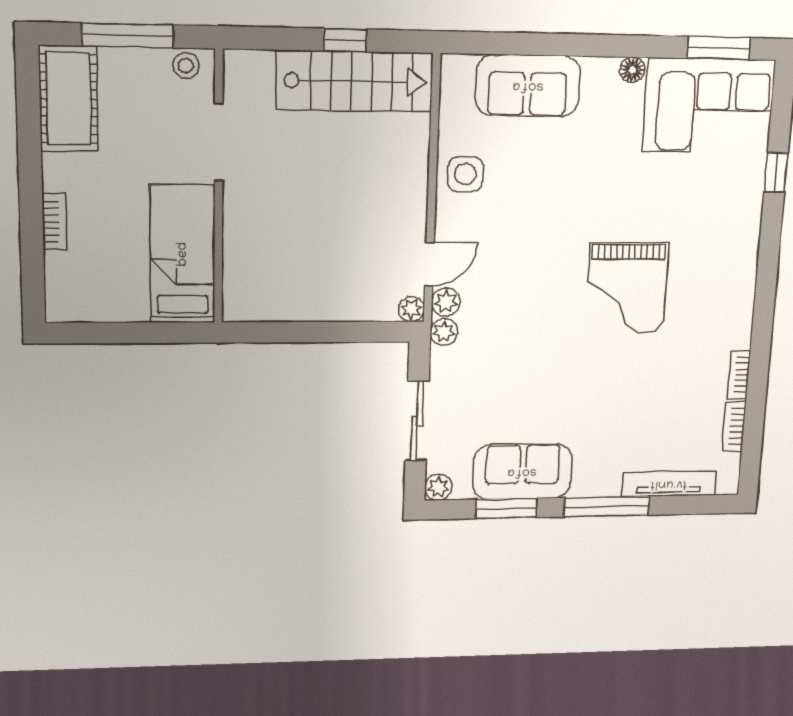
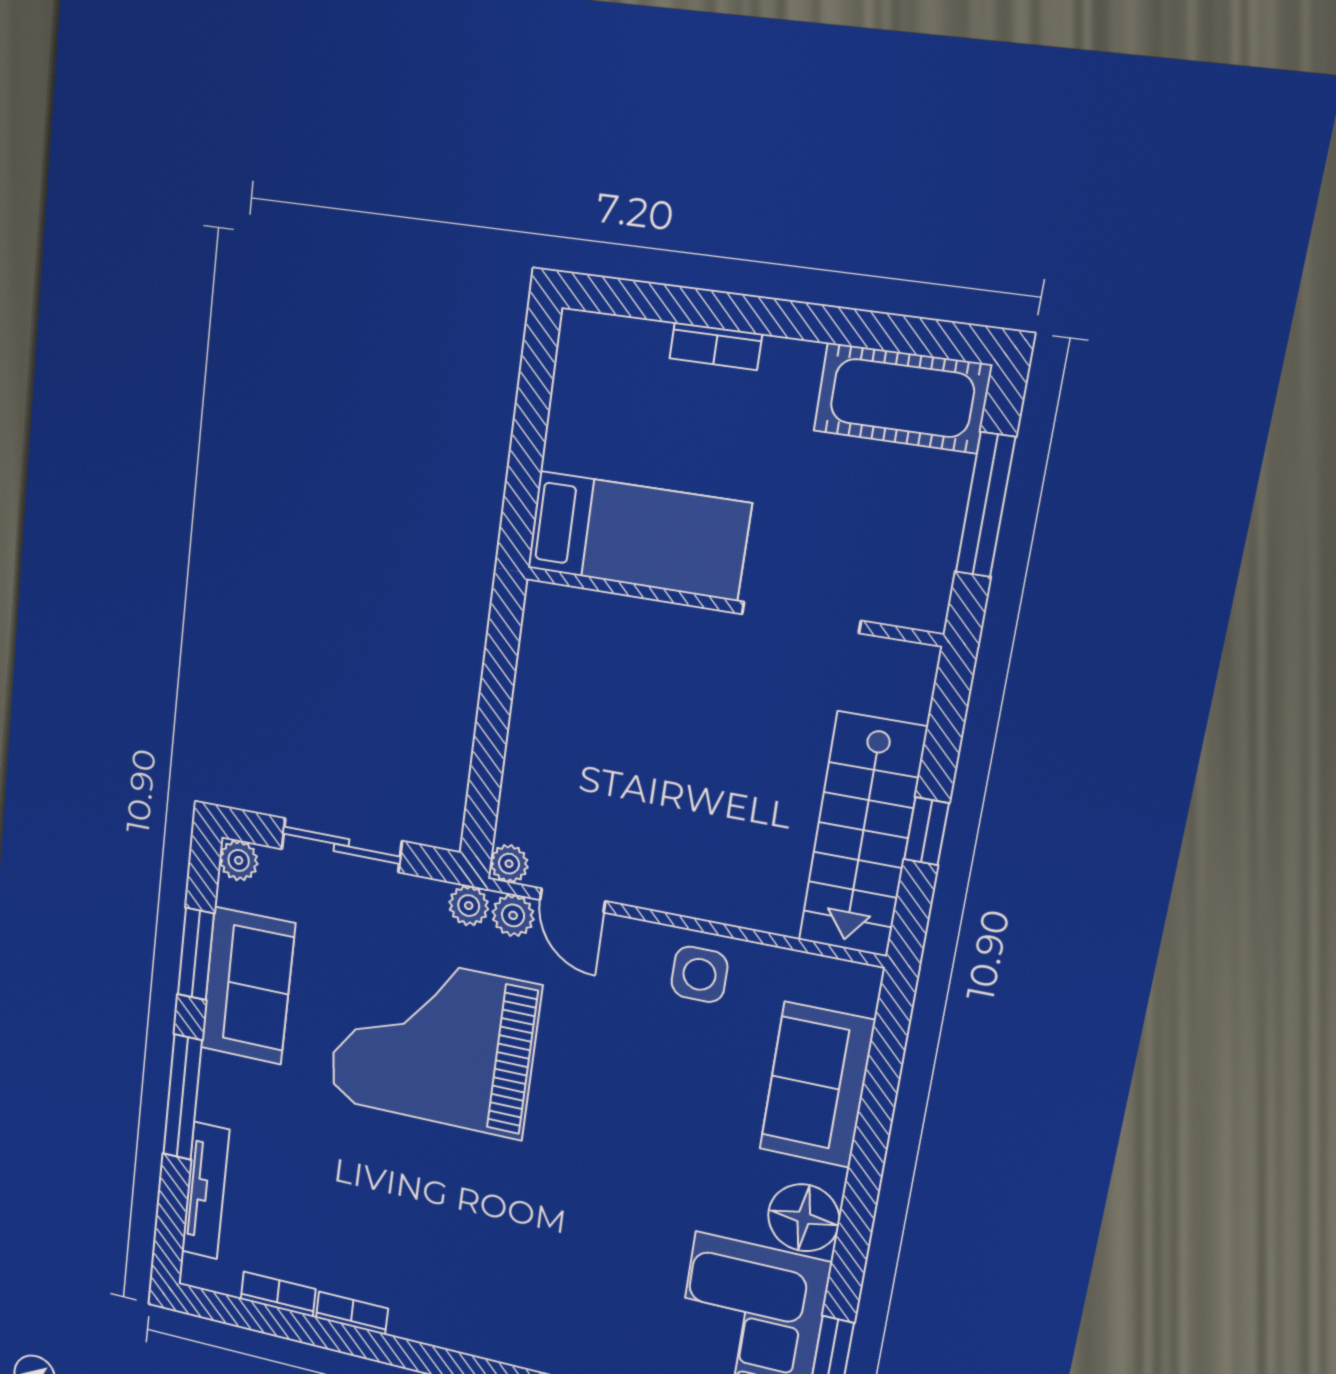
stool: (186, 66) -> (925, 586), removed
floor lamp: (632, 70) -> (804, 1218), width x1.89, depth x1.89
grand piano: (627, 288) -> (434, 1043), moved, width x1.37, depth x1.48

